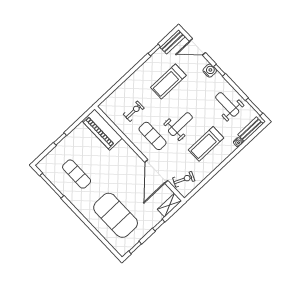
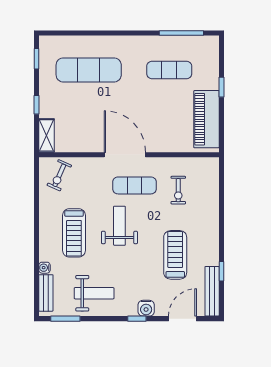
bench: (173, 42) -> (212, 291), width x1.36
weight bench: (180, 124) -> (119, 226), turned 180
piano: (102, 129) -> (206, 119), moved, turned -90
treadmill: (206, 144) -> (74, 233), turned 180
door: (156, 171) -> (125, 155), moved
exercise mat: (116, 215) -> (89, 70), width x0.68

